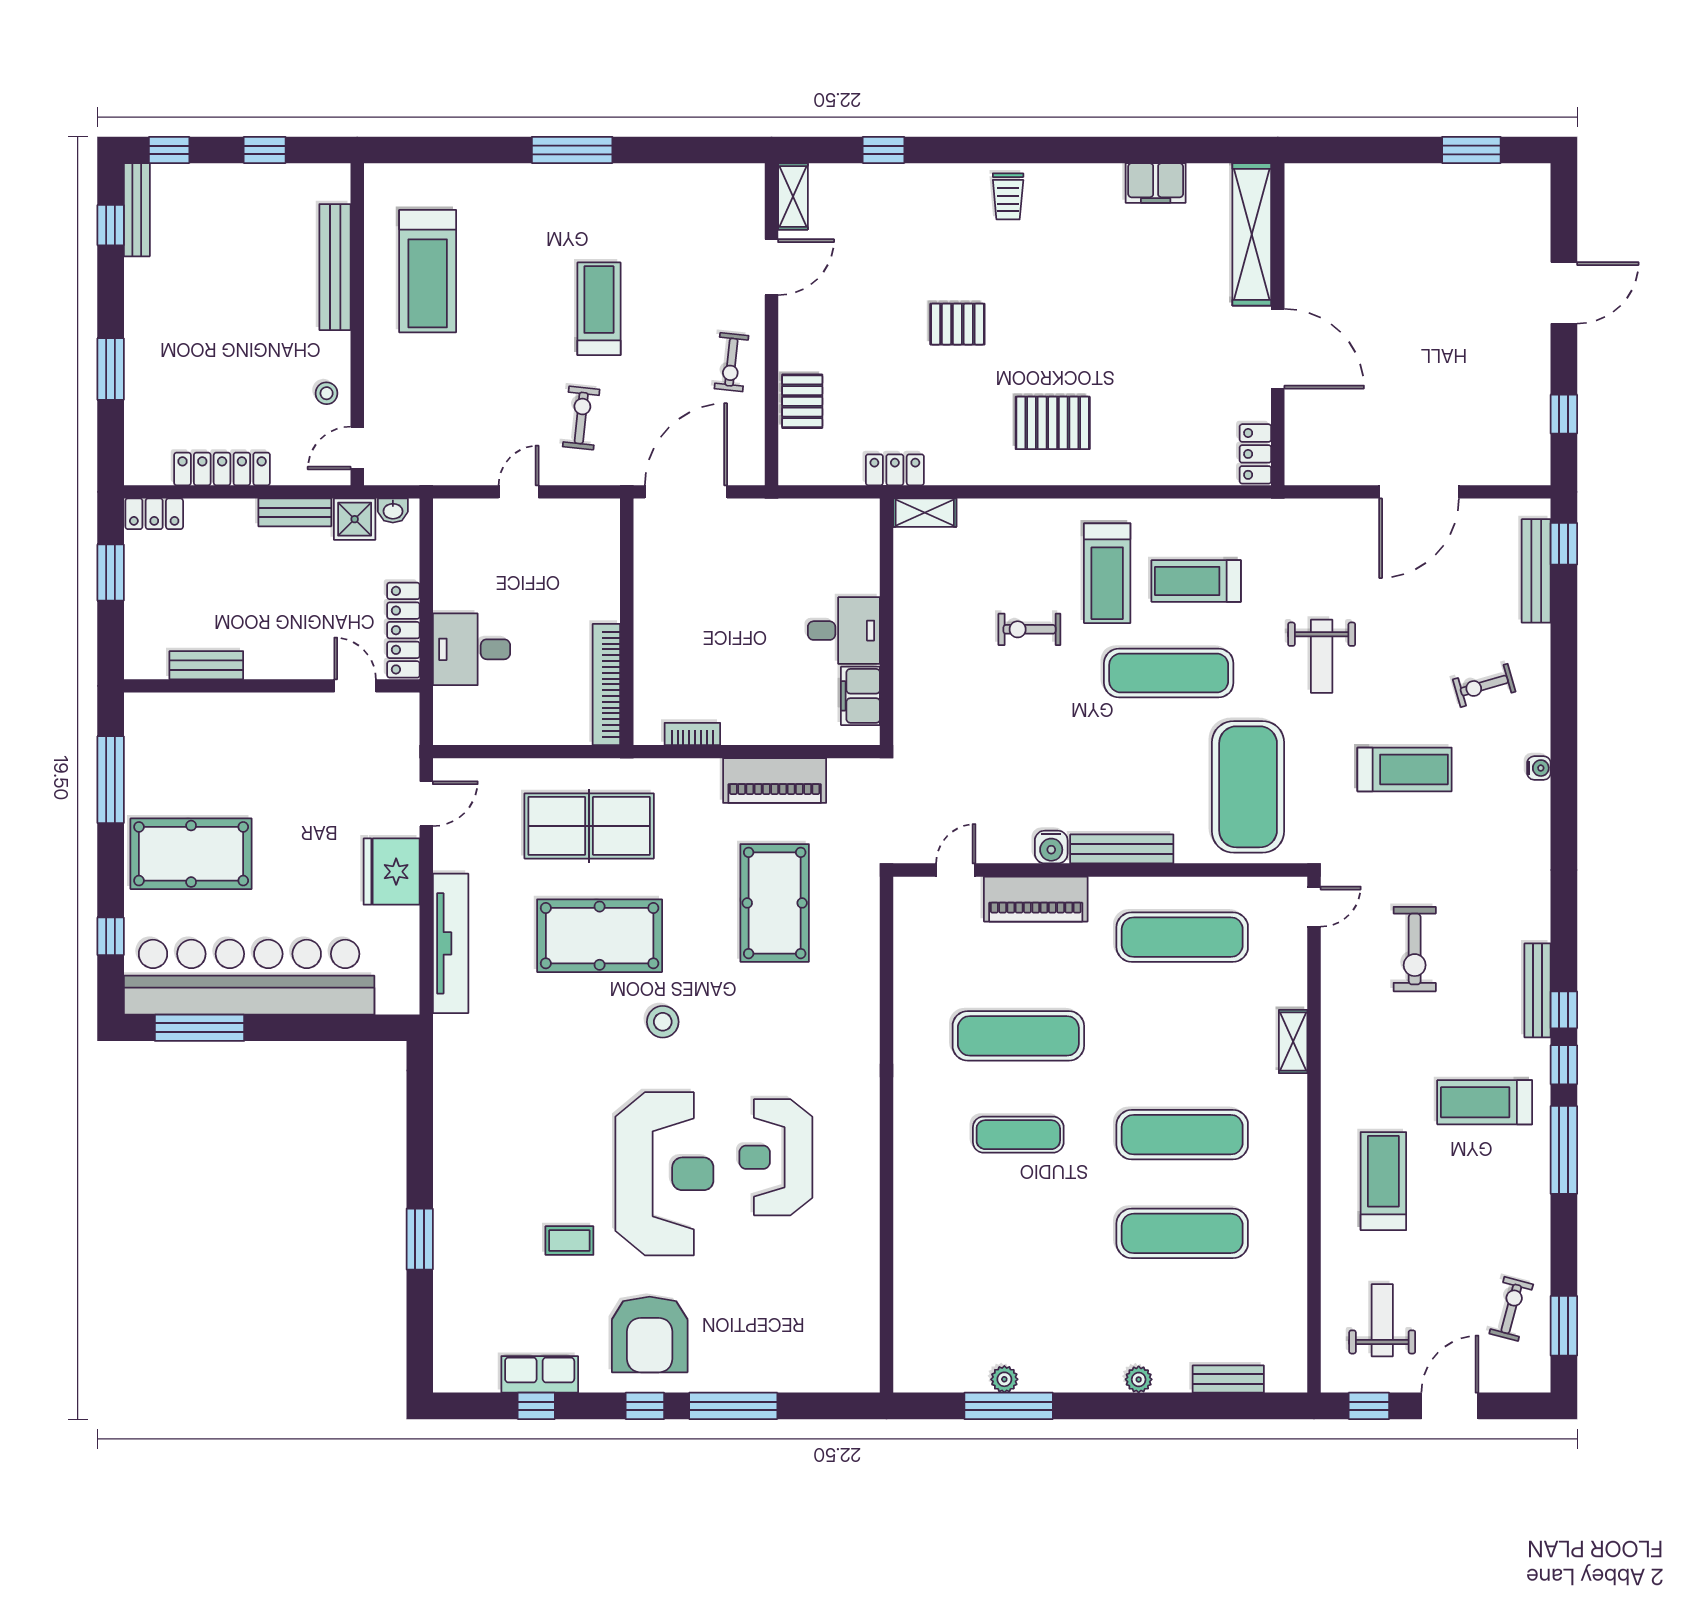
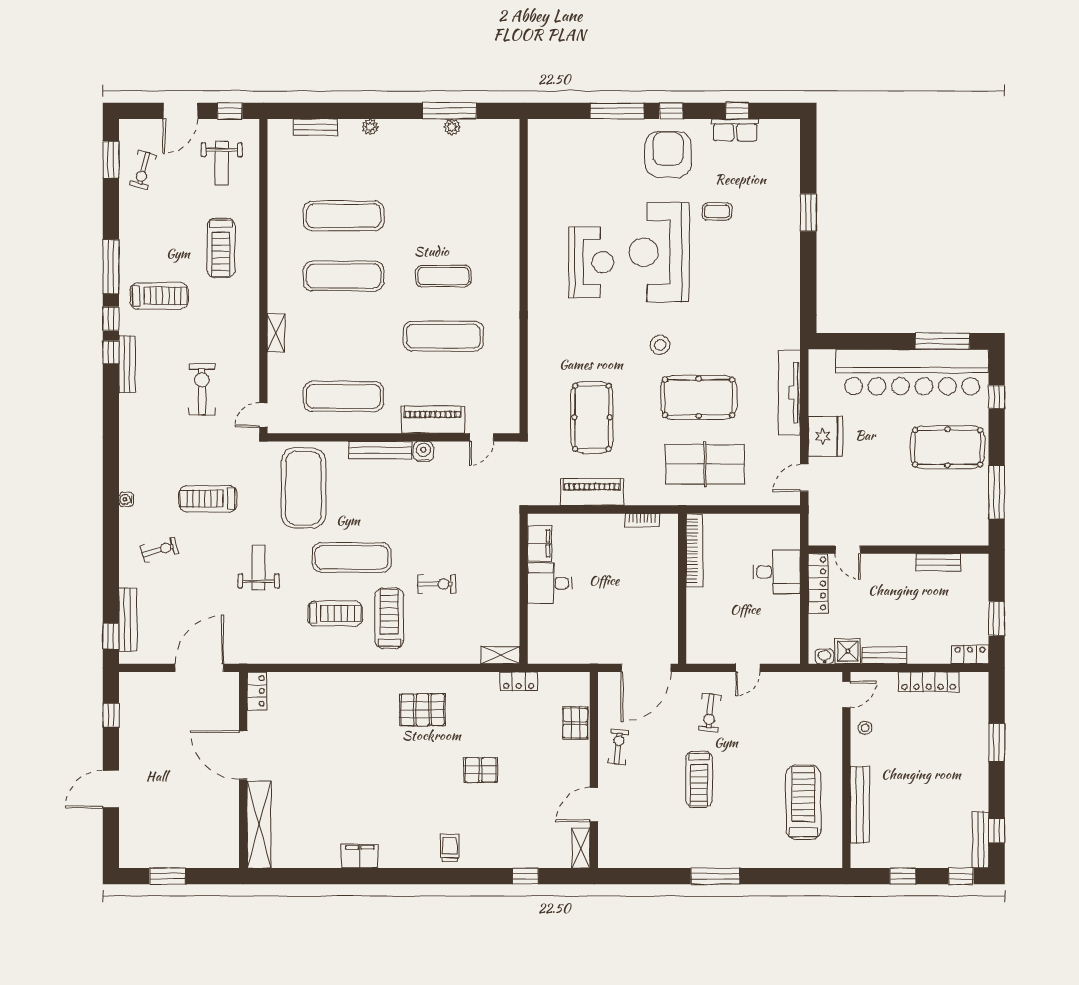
shelving: (1252, 234) -> (259, 825), moved
wall: (1278, 324) -> (243, 770), moved
door: (1278, 349) -> (243, 755), moved
locker: (1255, 454) -> (257, 691), moved

